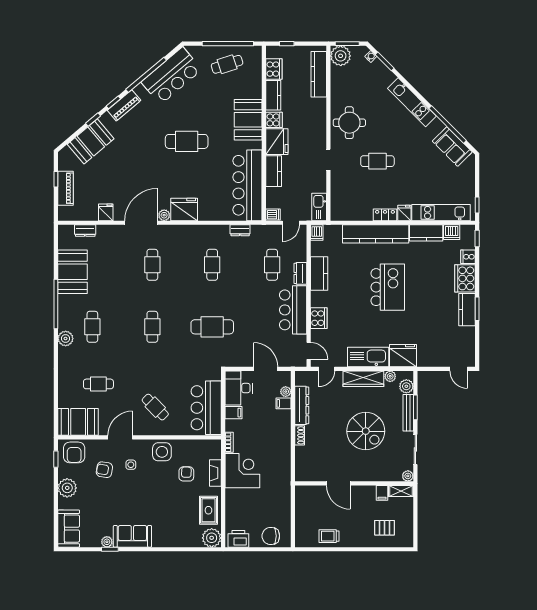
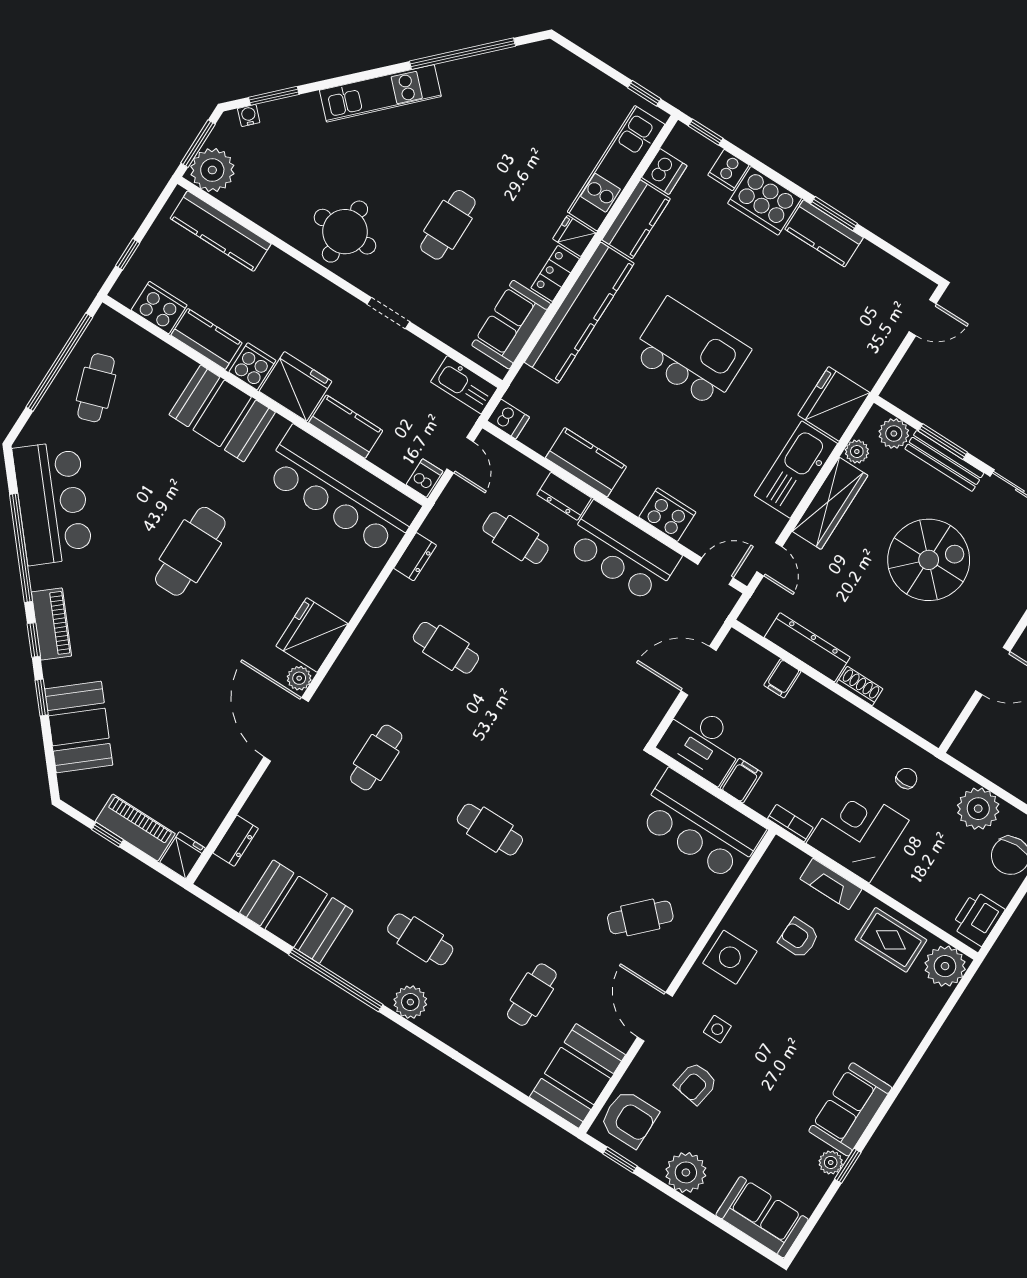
sofa: (452, 147) -> (511, 325), moved, turned 135
fridge: (106, 212) -> (183, 855), moved, turned 90
cafe table: (152, 265) -> (376, 757), turned 90
cafe table: (212, 327) -> (559, 720), removed
plant: (286, 392) -> (978, 809), moved, width x1.88, depth x1.88
chair: (275, 476) -> (907, 778), added

